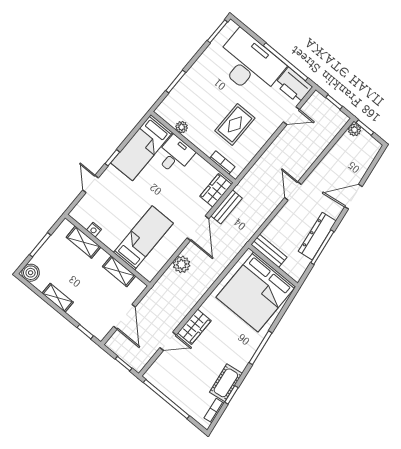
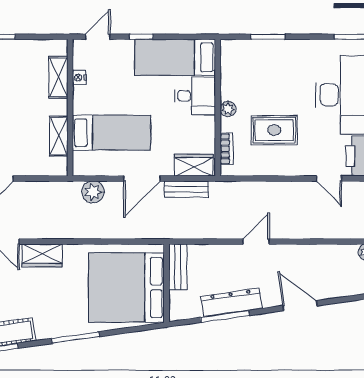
plant: (182, 127) -> (228, 109), moved
nightstand: (94, 230) -> (79, 78), moved
bed: (143, 238) -> (112, 133), moved
shelving: (83, 242) -> (58, 77), moved
wall: (108, 250) -> (70, 108), moved
shelving: (119, 271) -> (59, 136), moved

